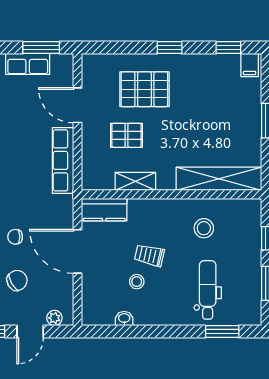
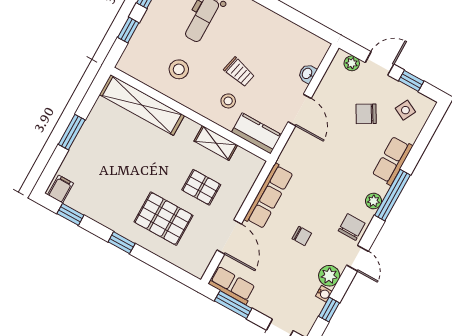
row of seats: (28, 64) -> (232, 285), moved
chair: (15, 237) -> (302, 236), moved
door: (78, 251) -> (300, 110), width x0.73
stool: (137, 282) -> (228, 101), moved
washbasin: (124, 318) -> (307, 74), moved, turned 90

